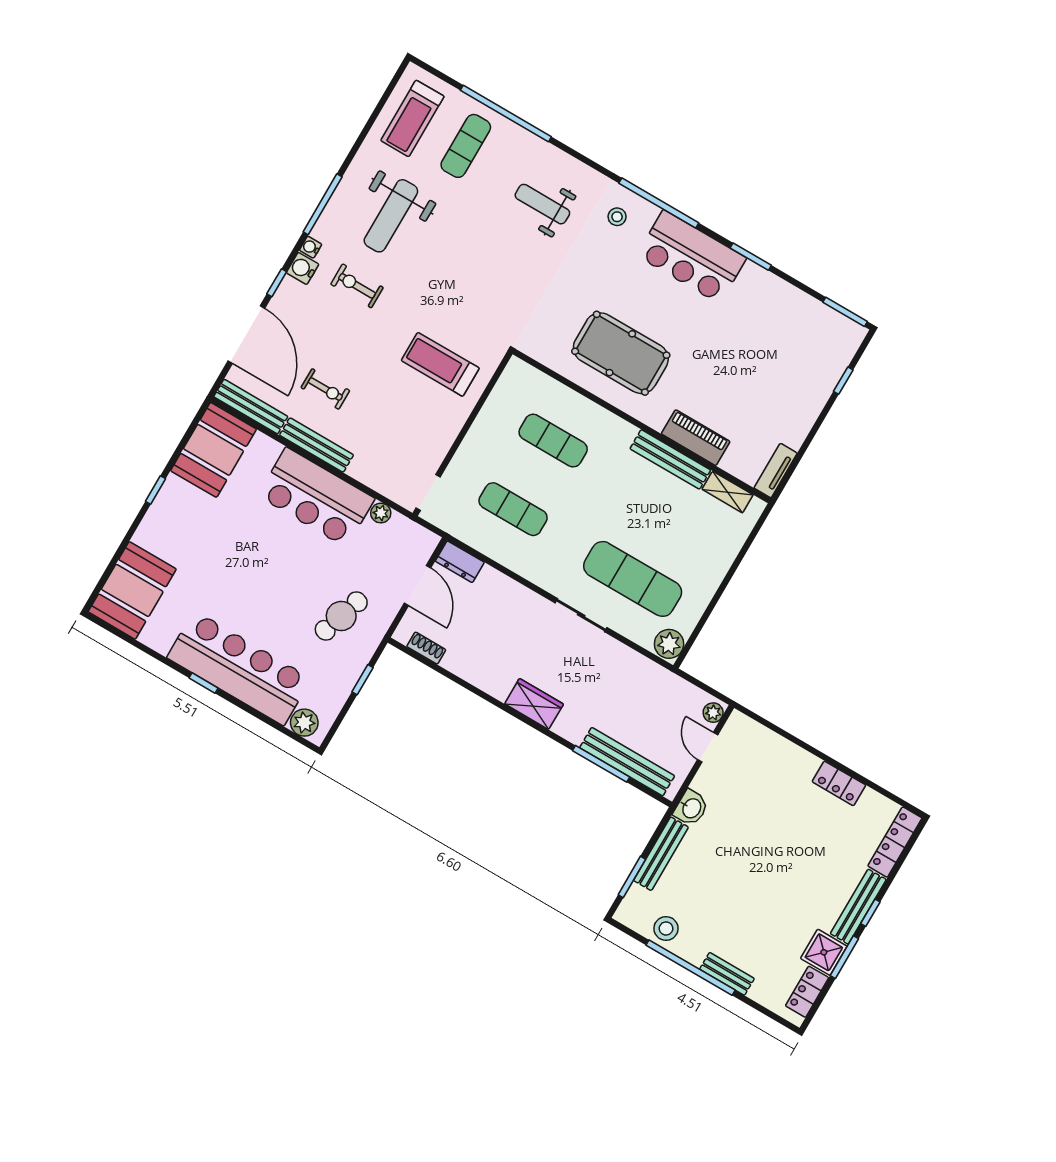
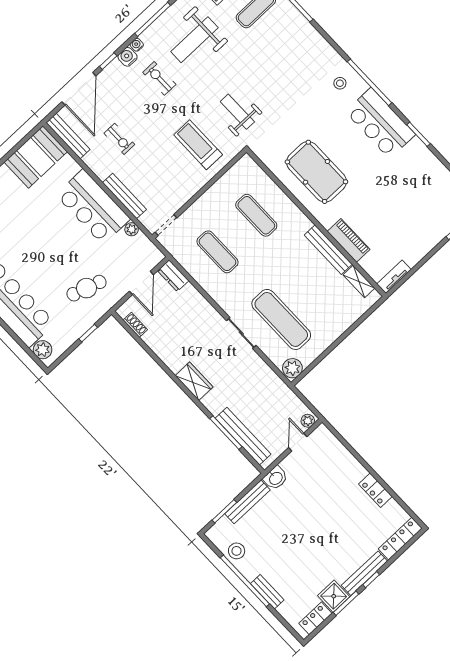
weight bench: (542, 204) -> (237, 112), moved
bench: (317, 445) -> (125, 196), moved

